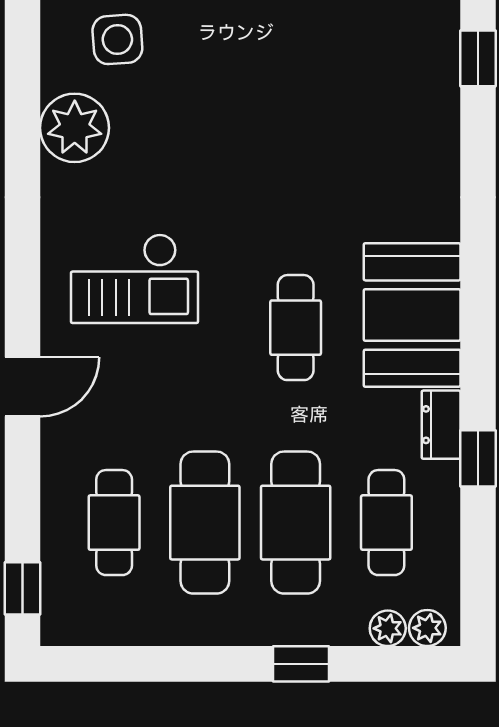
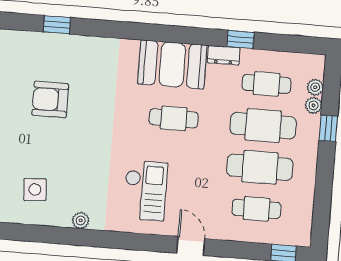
armchair: (315, 57) -> (50, 99), added
plant: (75, 128) -> (81, 220), width x0.53, depth x0.53
plant: (427, 628) -> (314, 105), moved

